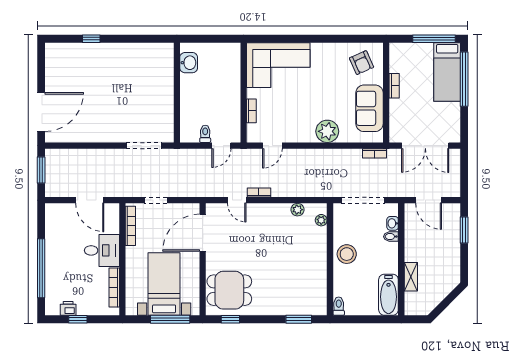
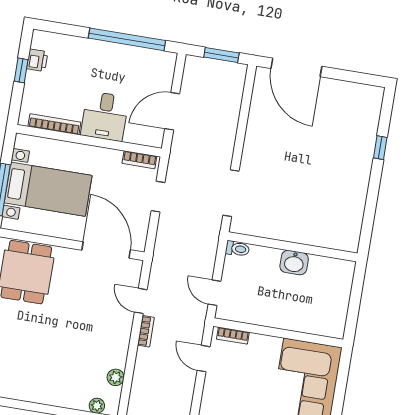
washbasin: (189, 63) -> (294, 263), moved
bookcase: (251, 111) -> (233, 336), moved
toilet: (205, 134) -> (237, 249), moved
door: (237, 200) -> (141, 301), hinge flipped
bookcase: (130, 226) -> (139, 160), width x0.64
window: (41, 268) -> (127, 39), moved

